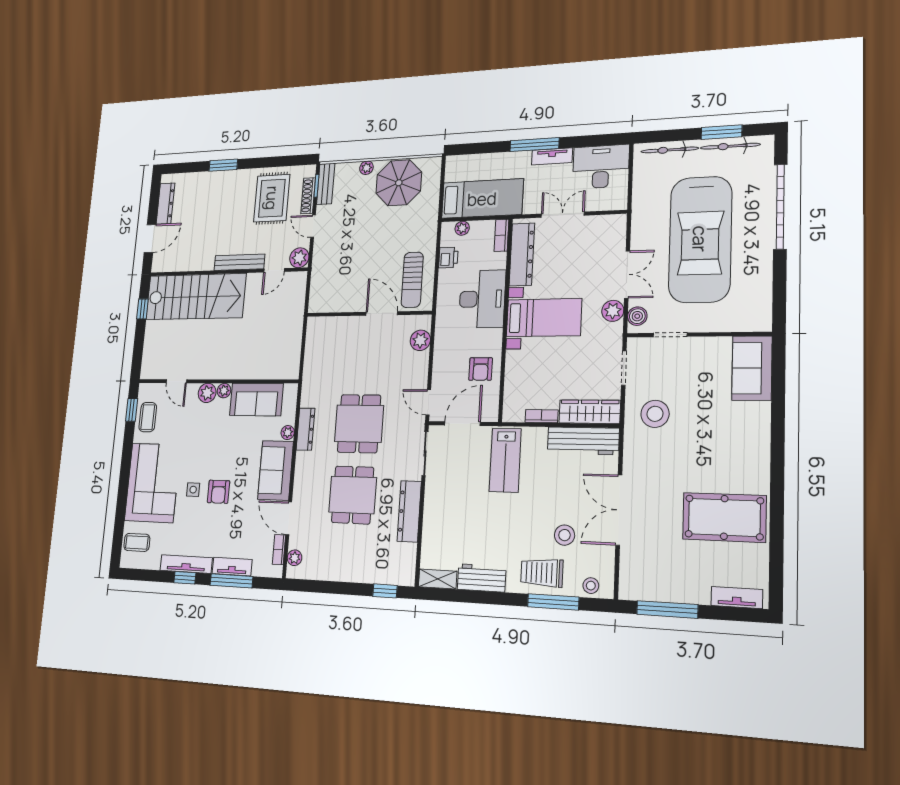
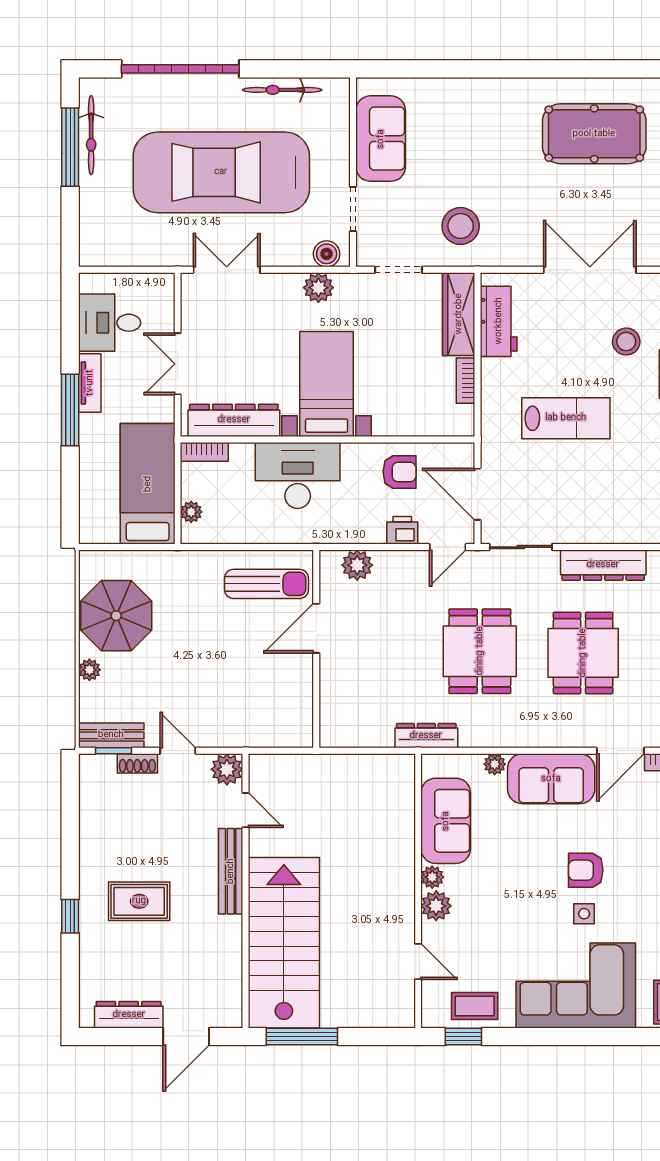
window: (722, 132) -> (70, 147), width x1.44
bicycle: (670, 150) -> (282, 90), moved, turned 90
window: (223, 165) -> (70, 916), width x0.67
desk: (601, 167) -> (110, 323), width x0.73
shoe rack: (308, 196) -> (137, 763), width x0.70
rug: (272, 198) -> (139, 901), moved, width x0.73, depth x0.70
door: (313, 226) -> (178, 751), swing flipped
door: (150, 239) -> (186, 1036), swing flipped
car: (700, 239) -> (221, 172), turned 180
printer: (448, 258) -> (402, 530), moved
double door: (627, 275) -> (227, 270), moved
window: (142, 309) -> (302, 1036), width x2.17
sofa: (752, 368) -> (381, 139), moved, turned -90
door: (176, 381) -> (418, 962), hinge flipped
dining table: (359, 424) -> (480, 651), turned 90
dresser: (306, 429) -> (426, 736), moved
workbench: (583, 441) -> (499, 321), width x0.73
lab bench: (505, 460) -> (566, 418), moved
armchair: (219, 492) -> (586, 870), turned 180
dining table: (353, 495) -> (583, 653), turned 90
double door: (619, 510) -> (590, 270), swing flipped
pool table: (724, 517) -> (594, 134), turned 90

